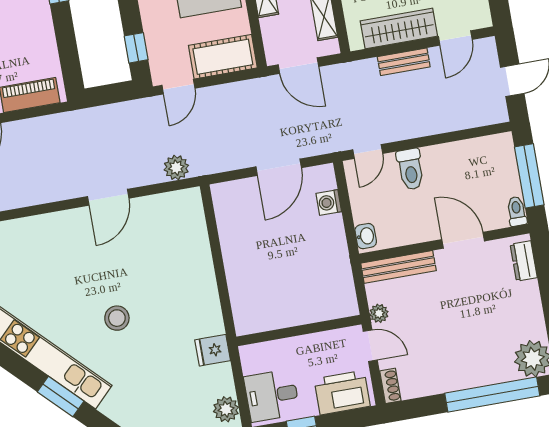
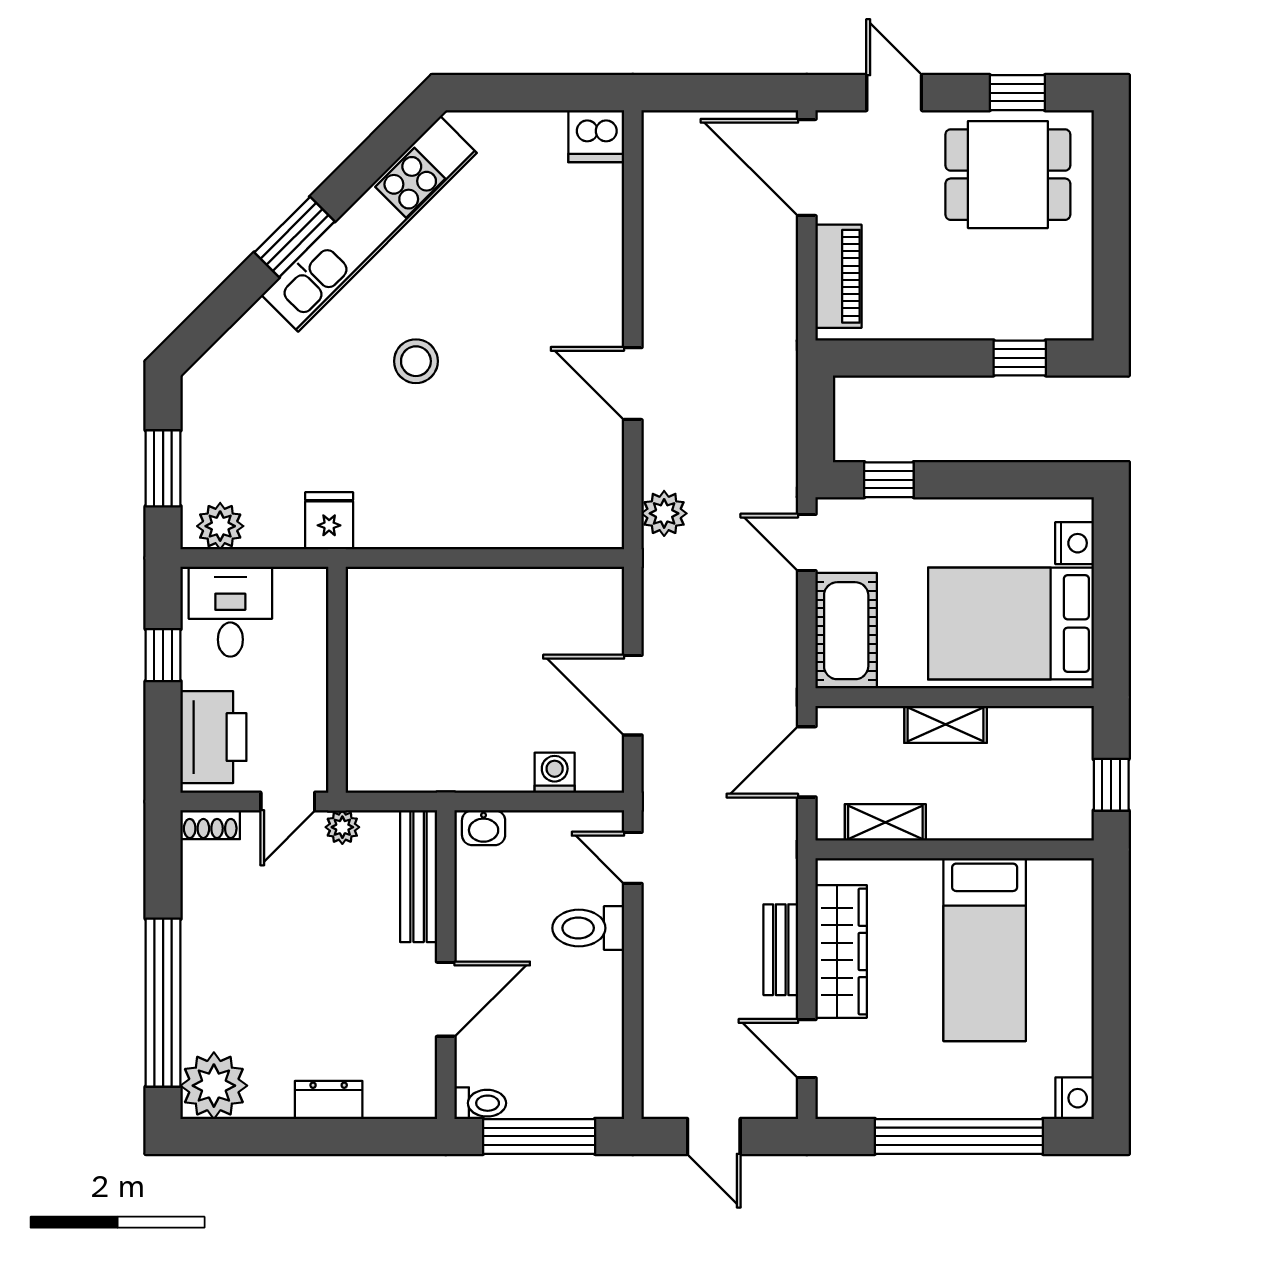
dresser: (524, 261) -> (329, 1100), moved

